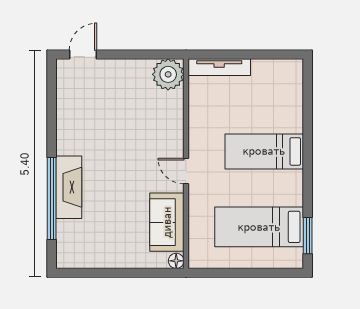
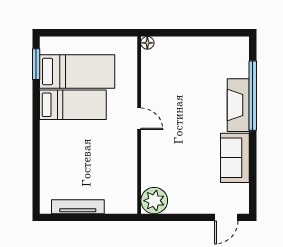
tv unit: (219, 67) -> (78, 207), moved
bed: (264, 151) -> (73, 105), moved
sofa: (167, 222) -> (235, 158), moved, turned 180

